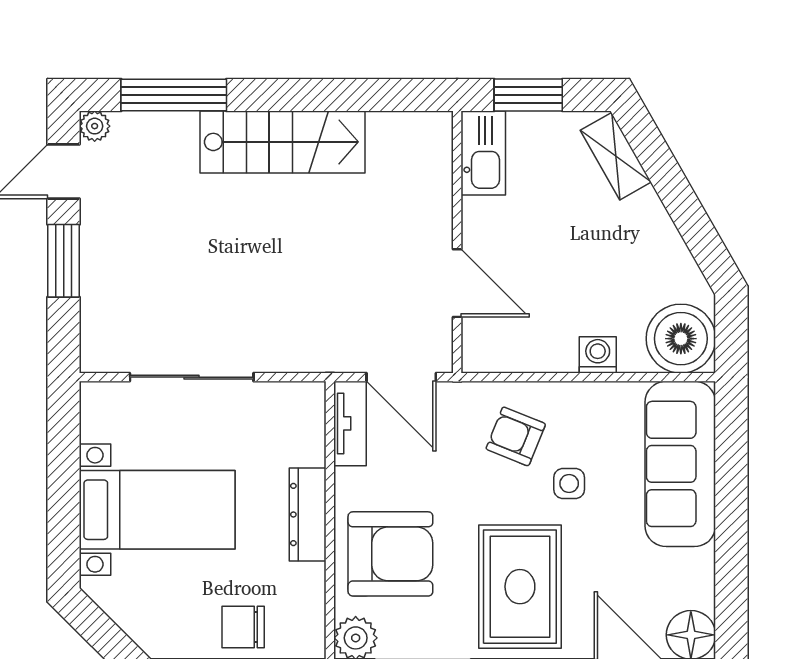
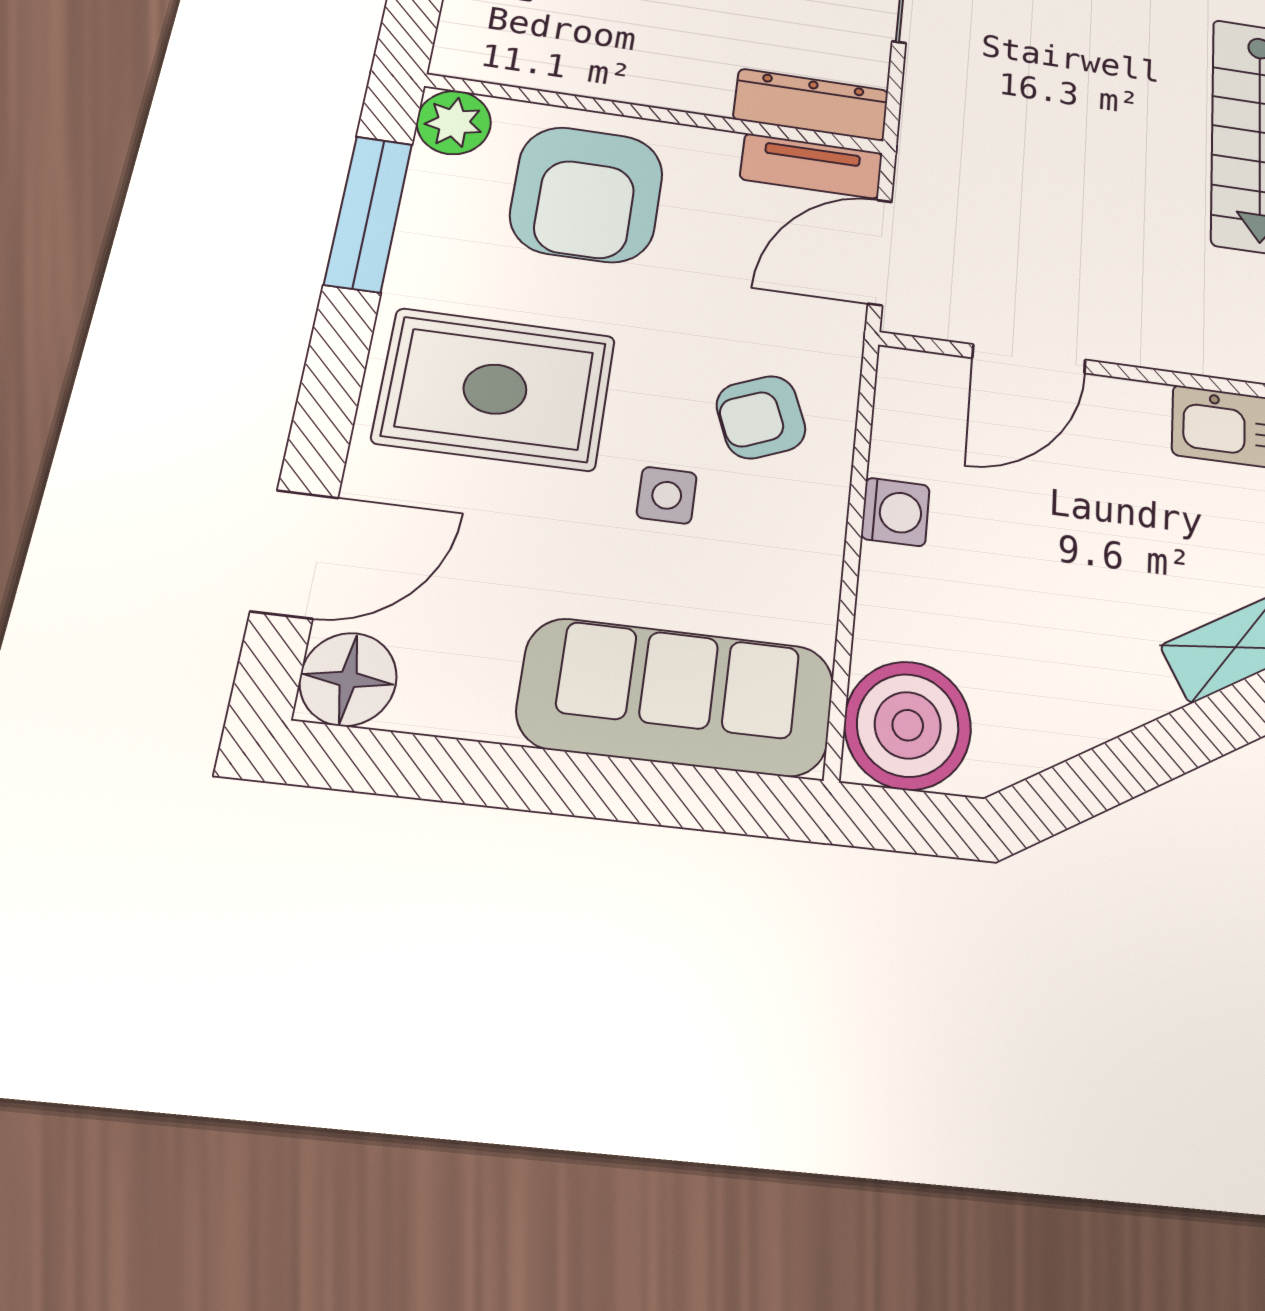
washing machine: (598, 355) -> (895, 512), moved
armchair: (516, 436) -> (761, 417), turned -134
dresser: (308, 514) -> (811, 105), moved

